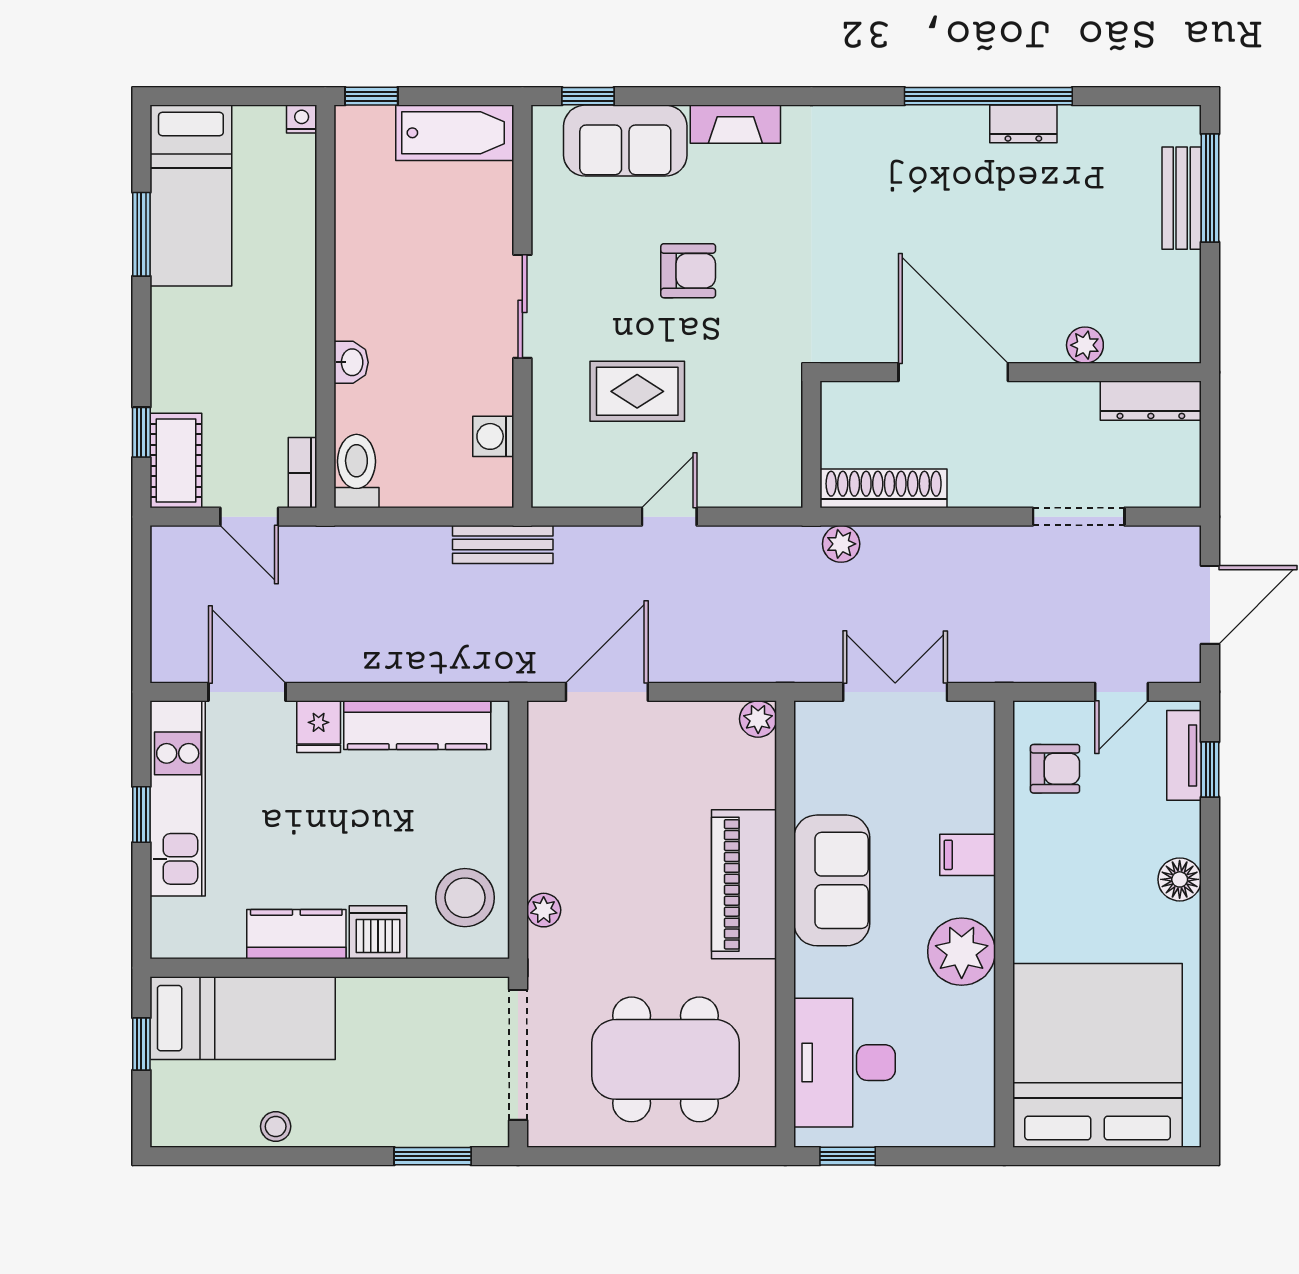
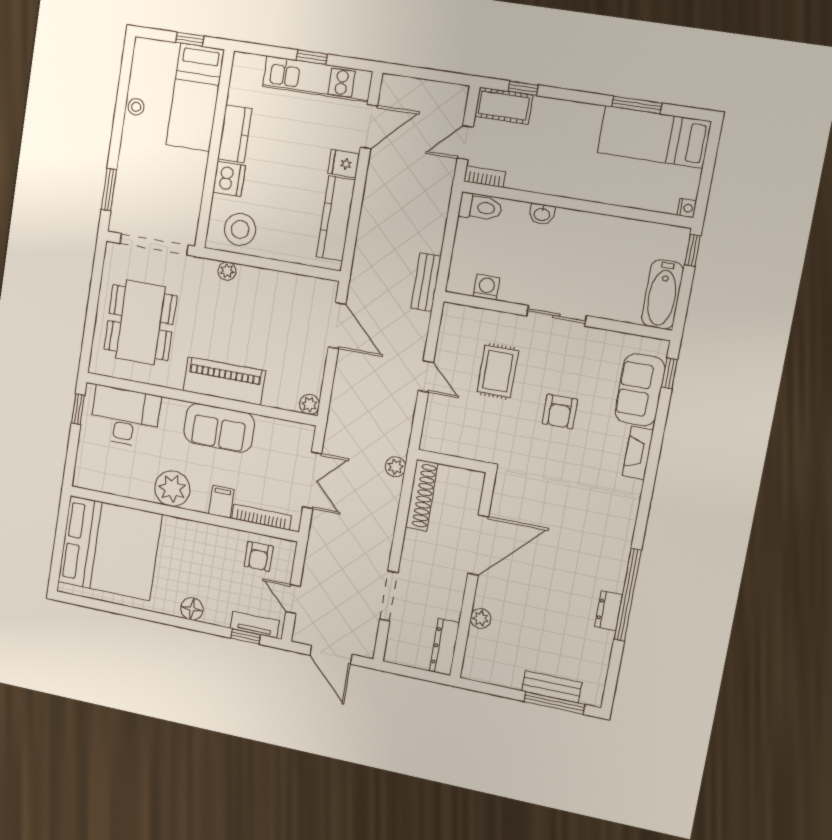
bookcase: (981, 775) -> (261, 517), added

